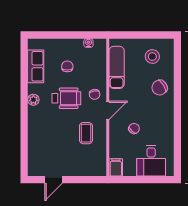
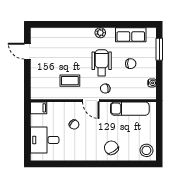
window: (51, 35) -> (159, 49), added
stool: (152, 57) -> (146, 150), moved
wheelchair: (66, 98) -> (102, 63), turned 180

